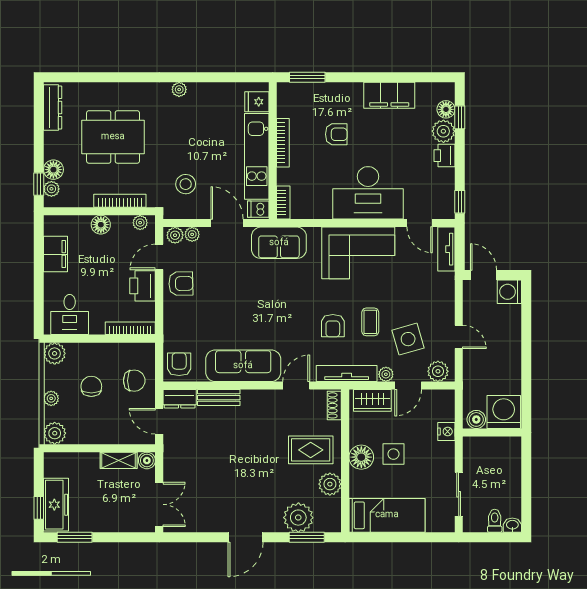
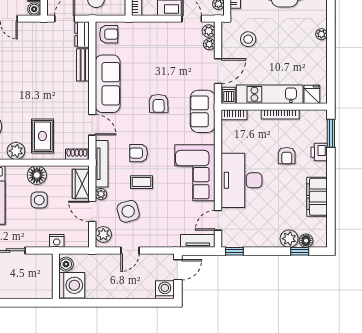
printer: (444, 156) -> (319, 152), moved, turned -90
armchair: (181, 284) -> (159, 103), moved

